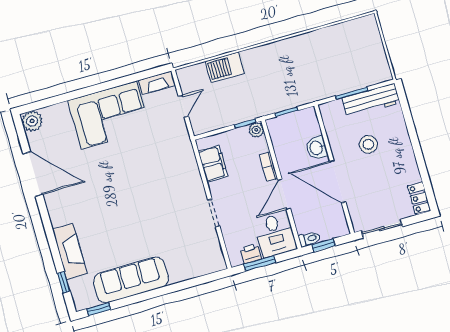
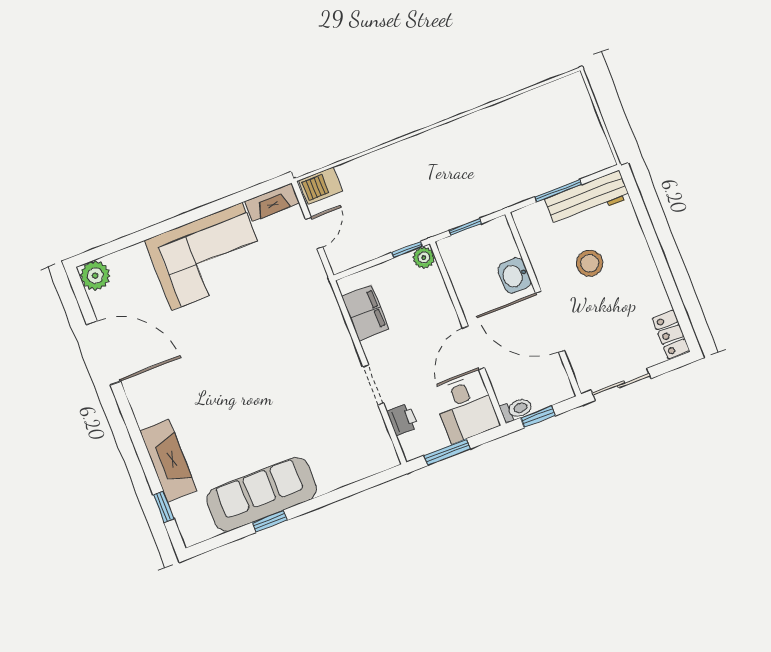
barbecue: (225, 67) -> (321, 186), moved, width x0.73, depth x0.79
bookcase: (269, 167) -> (447, 310), removed
printer: (251, 254) -> (403, 419), moved, turned 90
window: (99, 309) -> (270, 521), moved

